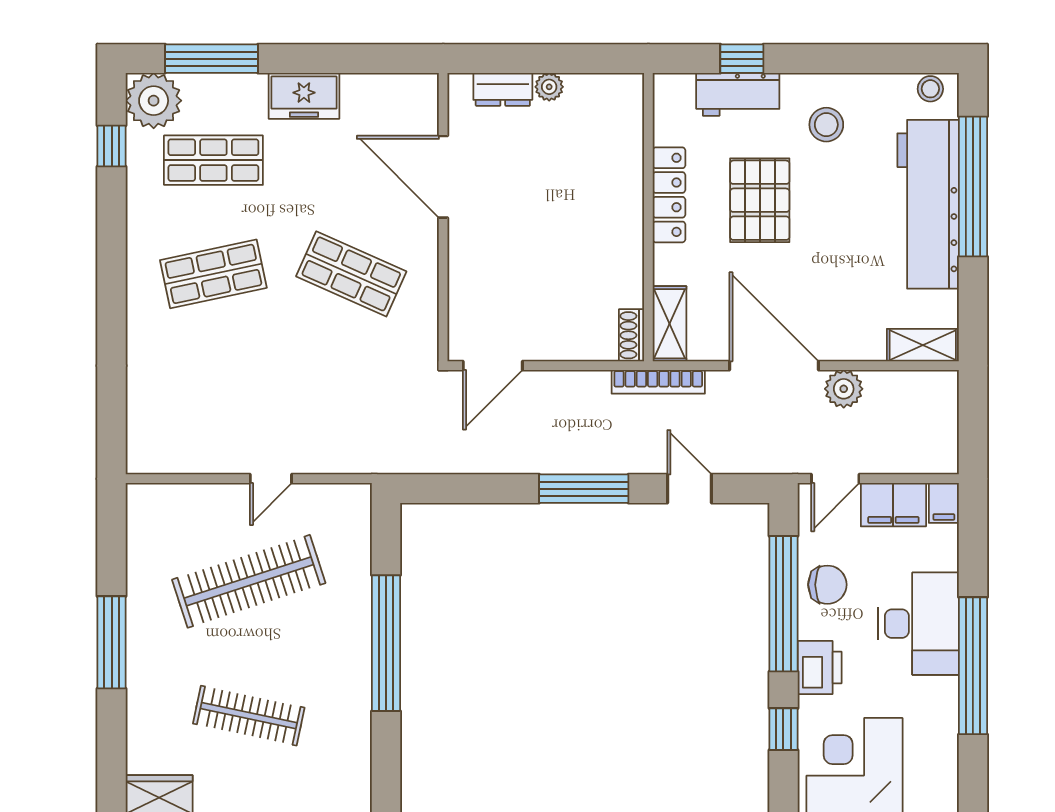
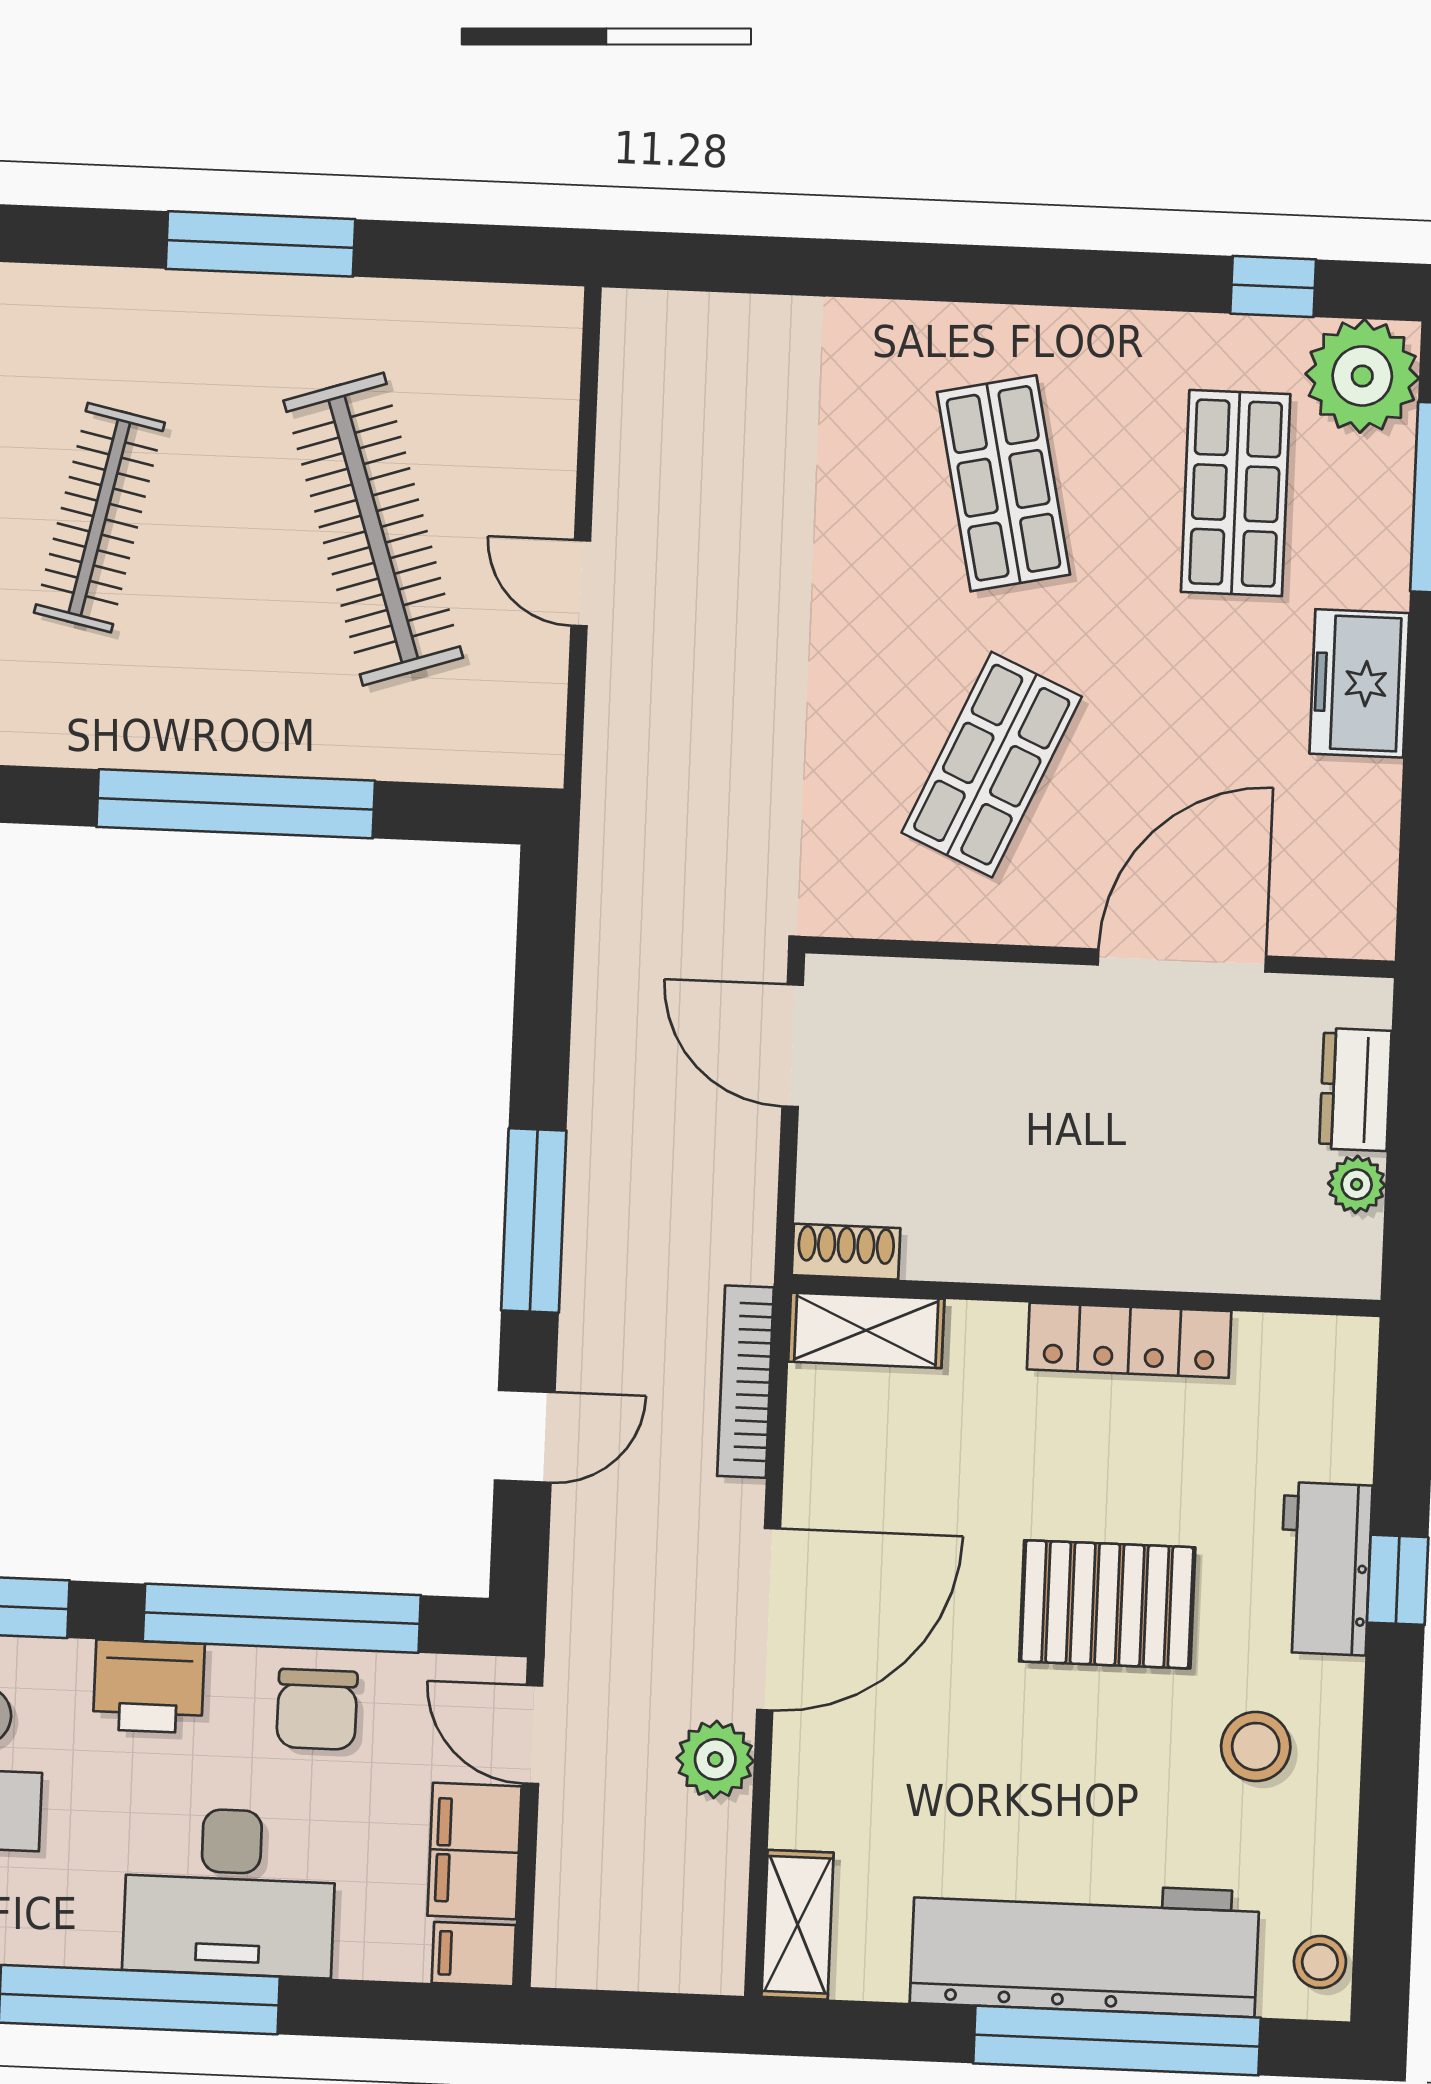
locker: (669, 195) -> (1129, 1340), moved
wall: (648, 217) -> (1086, 1296), moved
shelving: (670, 324) -> (866, 1330), moved
shoe rack: (631, 335) -> (846, 1252), moved

